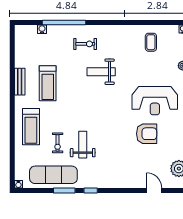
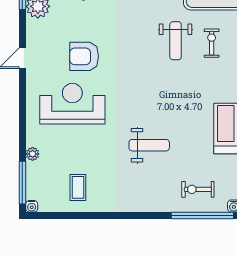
exercise bike: (85, 44) -> (198, 189), moved

